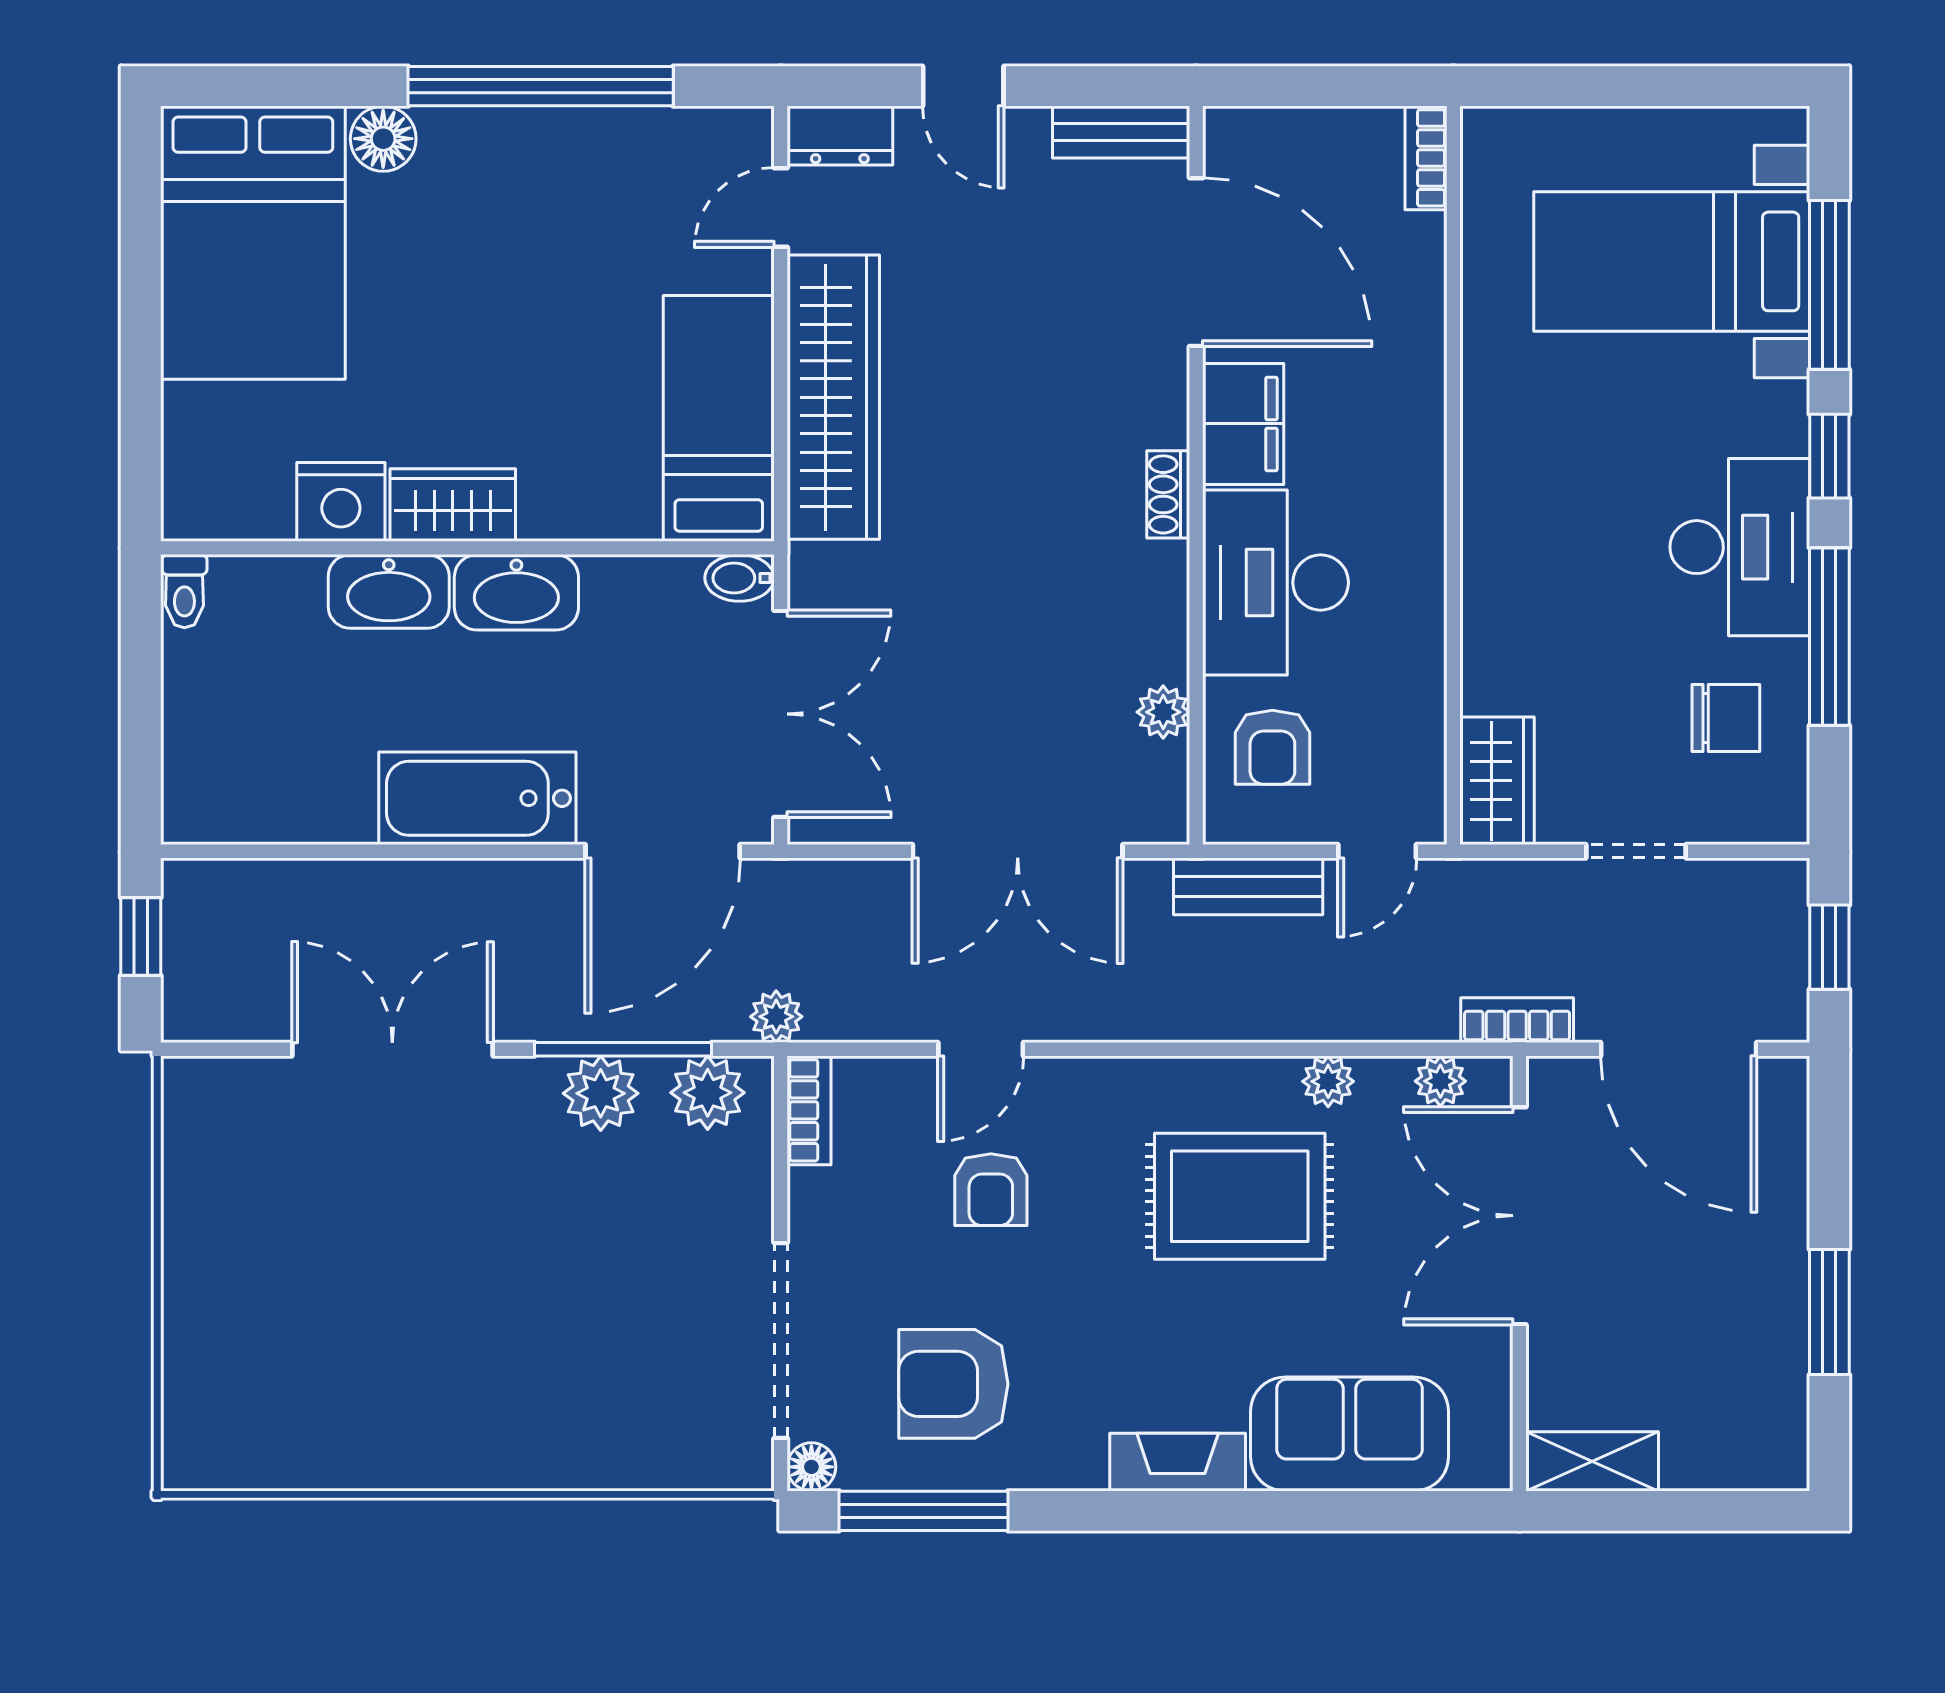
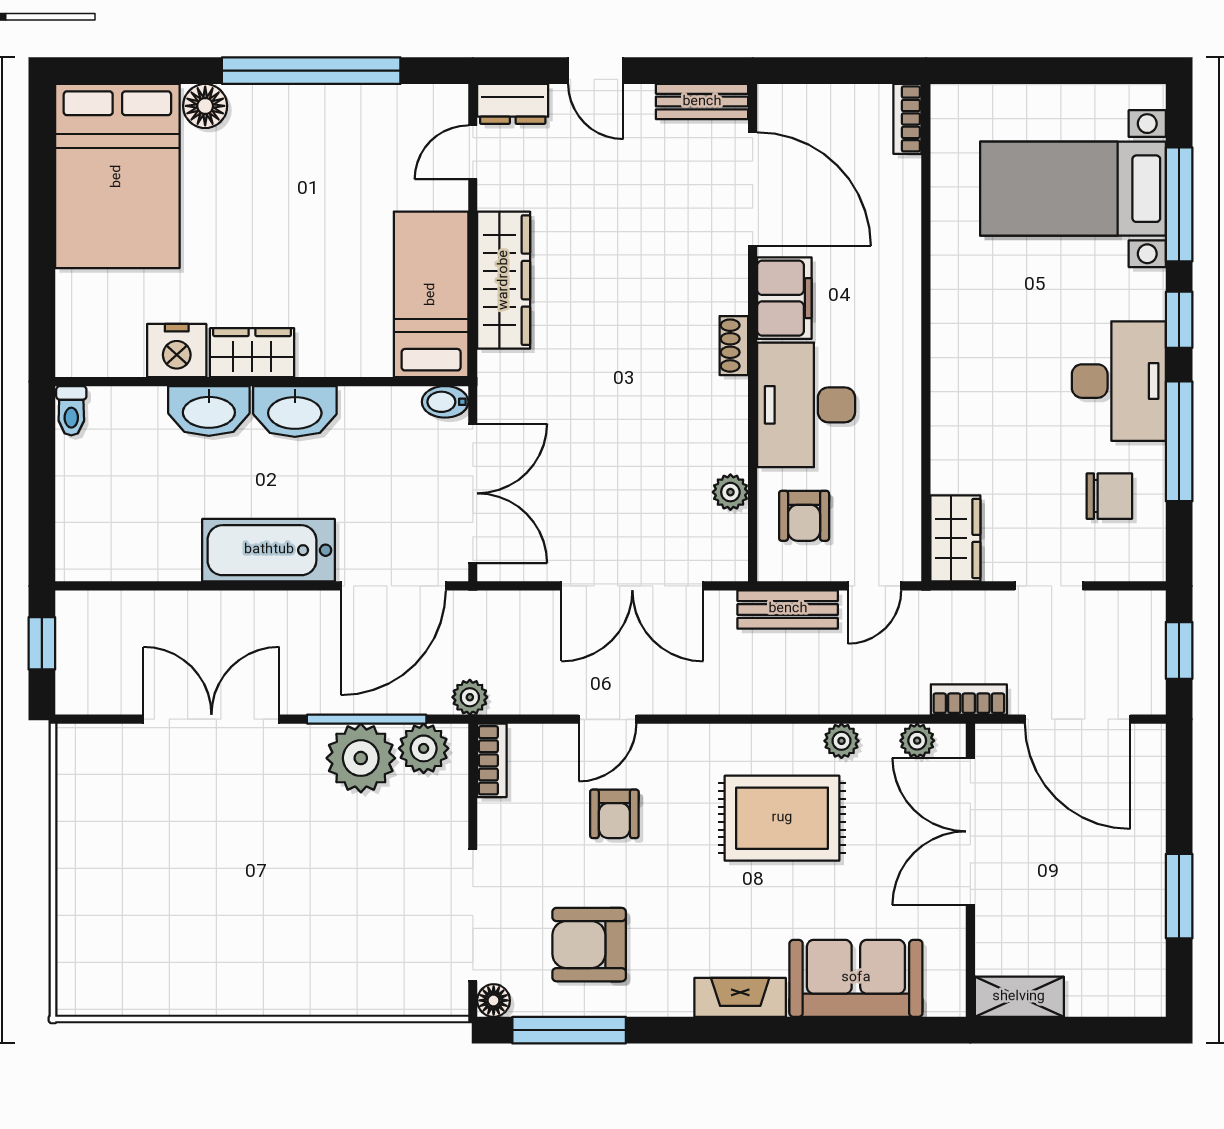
wardrobe: (833, 397) -> (504, 280), width x0.71, depth x0.85
plant: (601, 1093) -> (361, 758), width x1.36, depth x1.36

